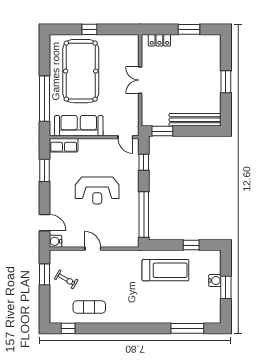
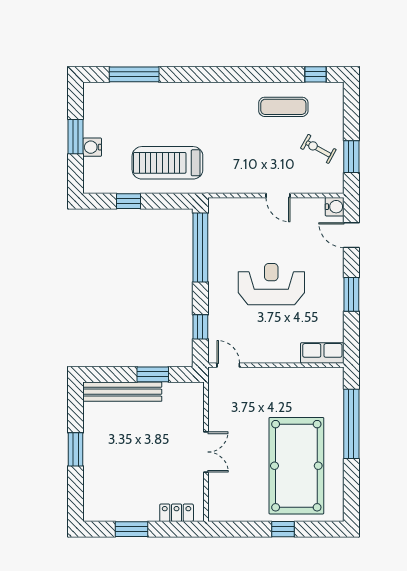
sofa: (79, 126) -> (299, 383), removed
window: (162, 131) -> (153, 374), moved
window: (45, 170) -> (351, 294), moved

